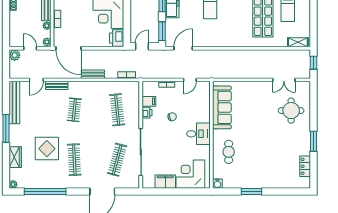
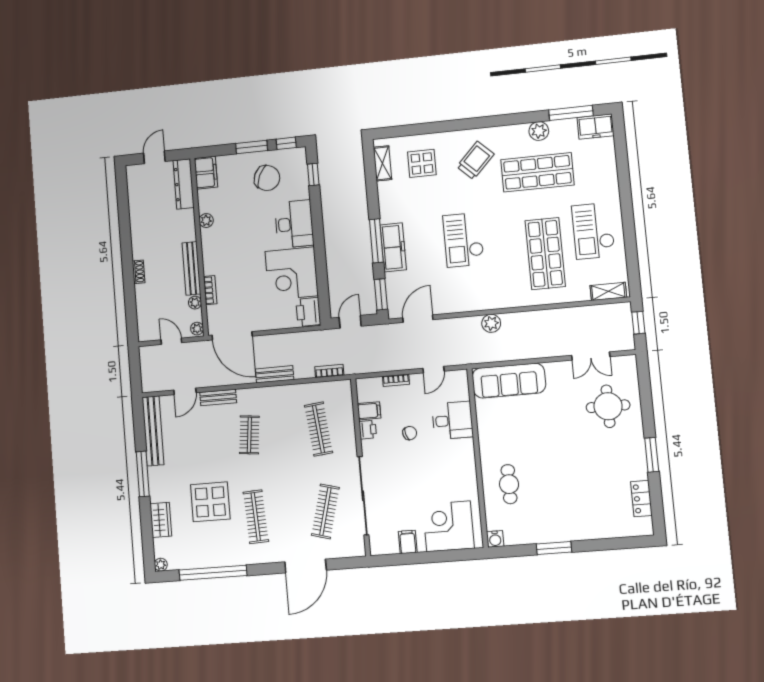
plant: (15, 55) -> (491, 323), moved
sofa: (222, 107) -> (509, 381), moved, turned 90
desk: (198, 134) -> (452, 420), moved
filing cabinet: (165, 182) -> (408, 542), width x0.50

